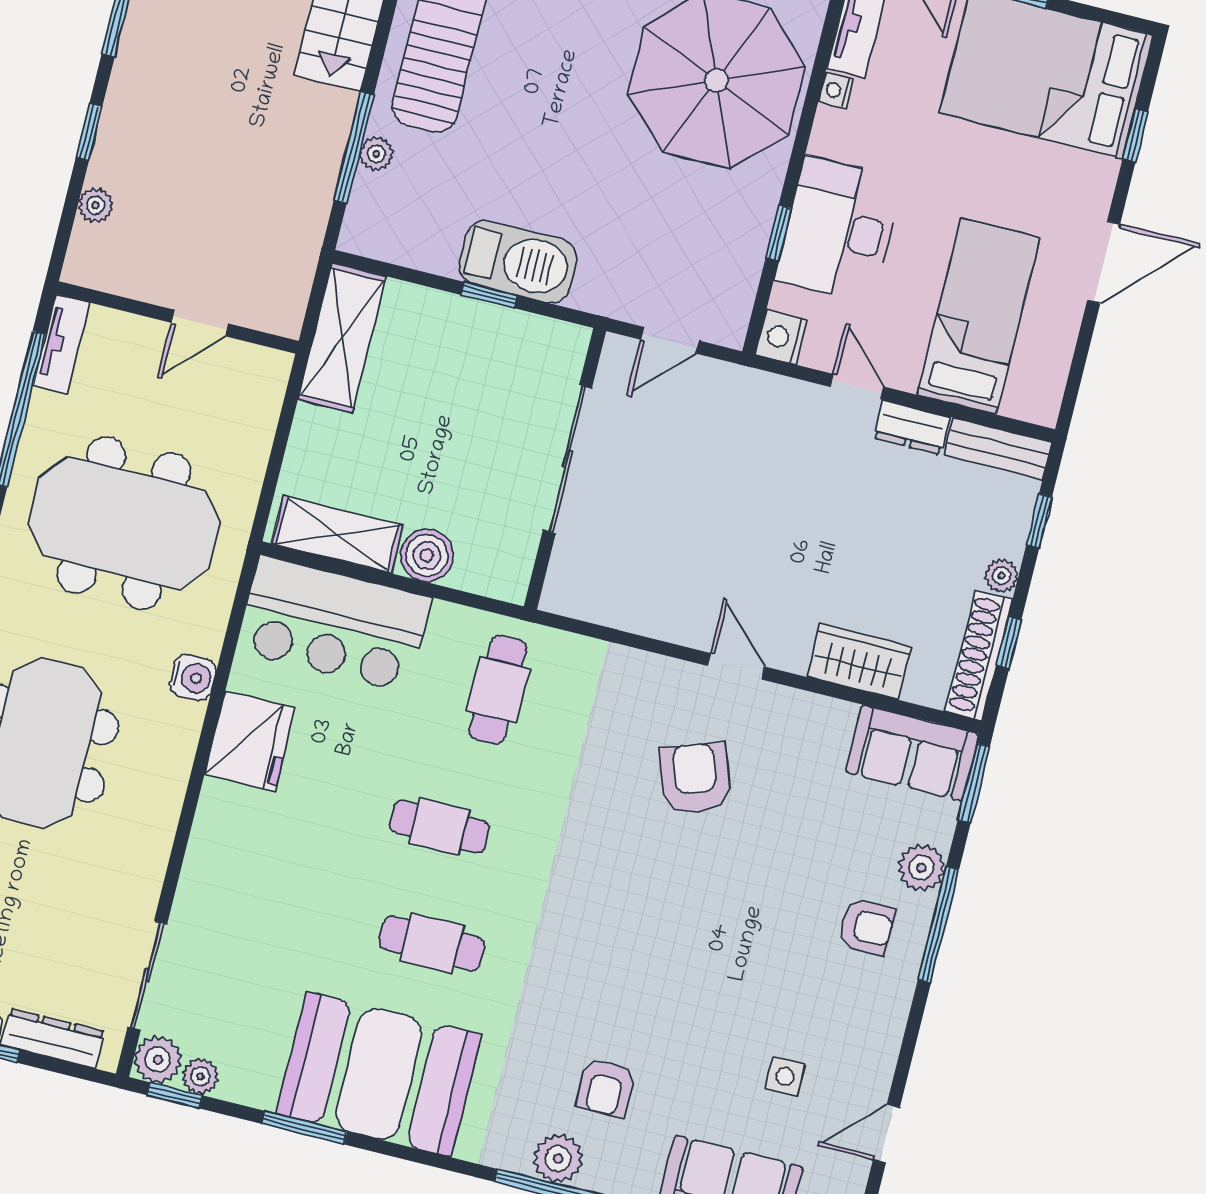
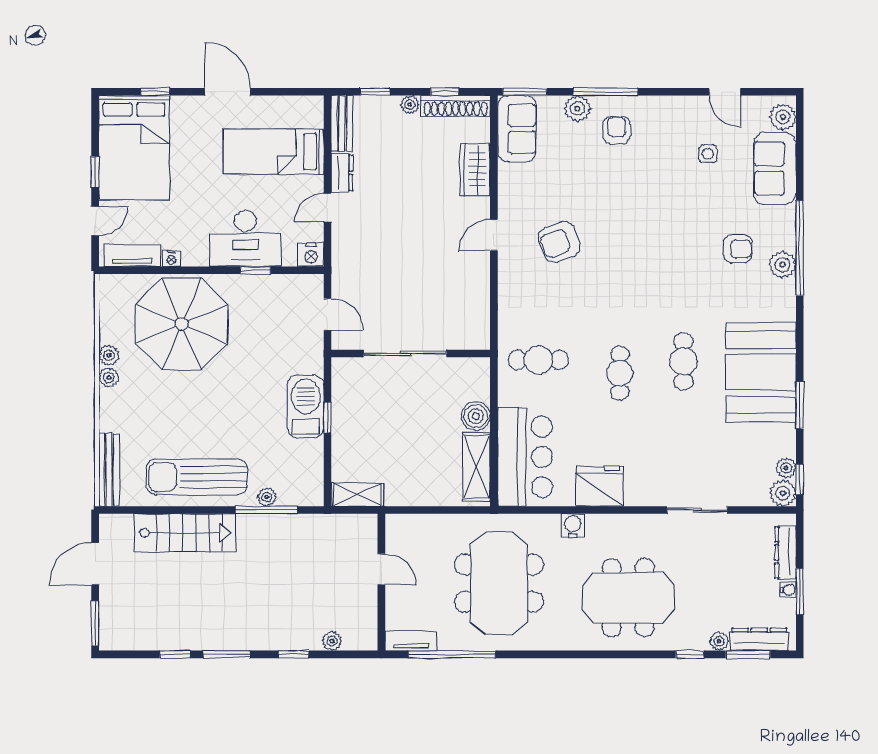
shelving: (342, 338) -> (357, 495), width x0.67, depth x0.75
sliding door: (147, 975) -> (697, 510), moved

